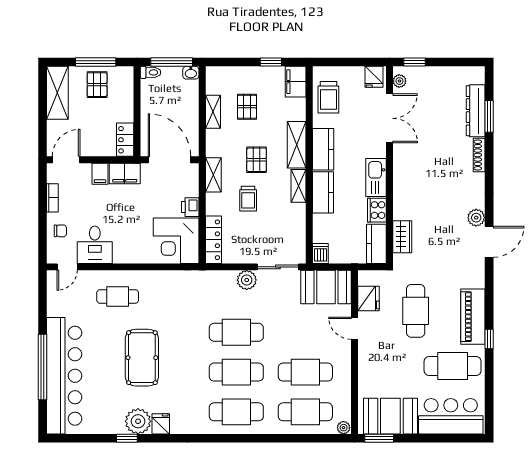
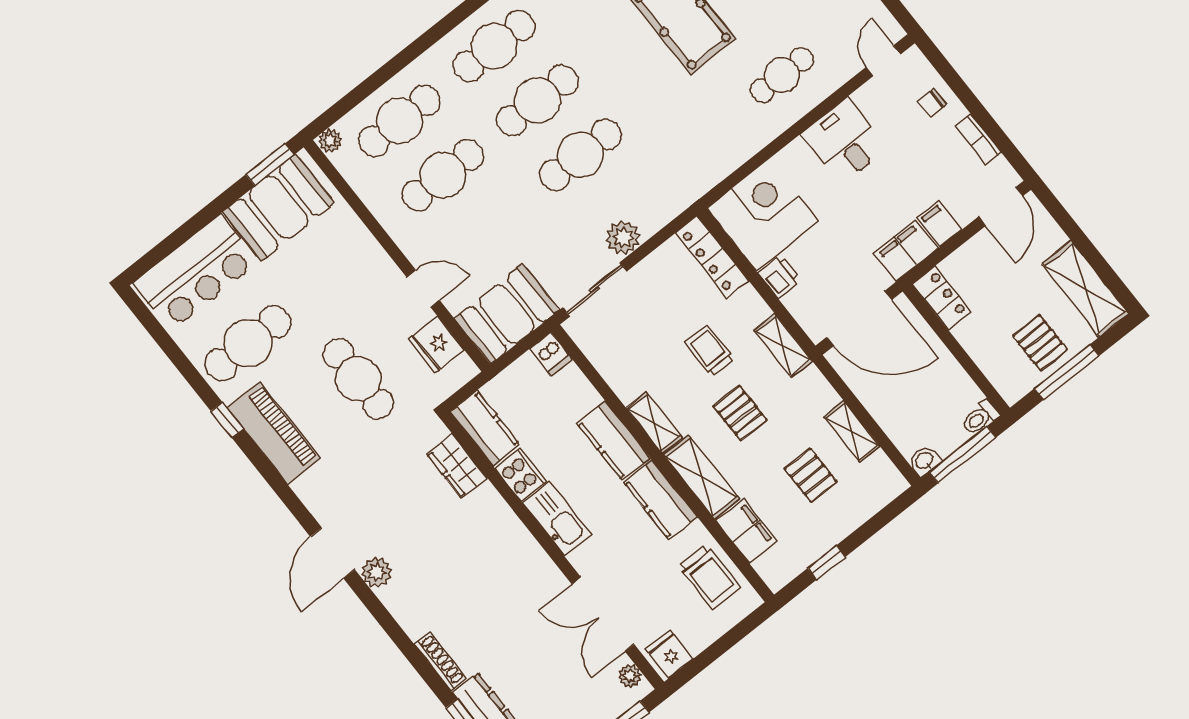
filing cabinet: (296, 82) -> (746, 531), moved
trolley: (328, 97) -> (709, 577), turned 180
desk: (95, 245) -> (844, 141), moved

